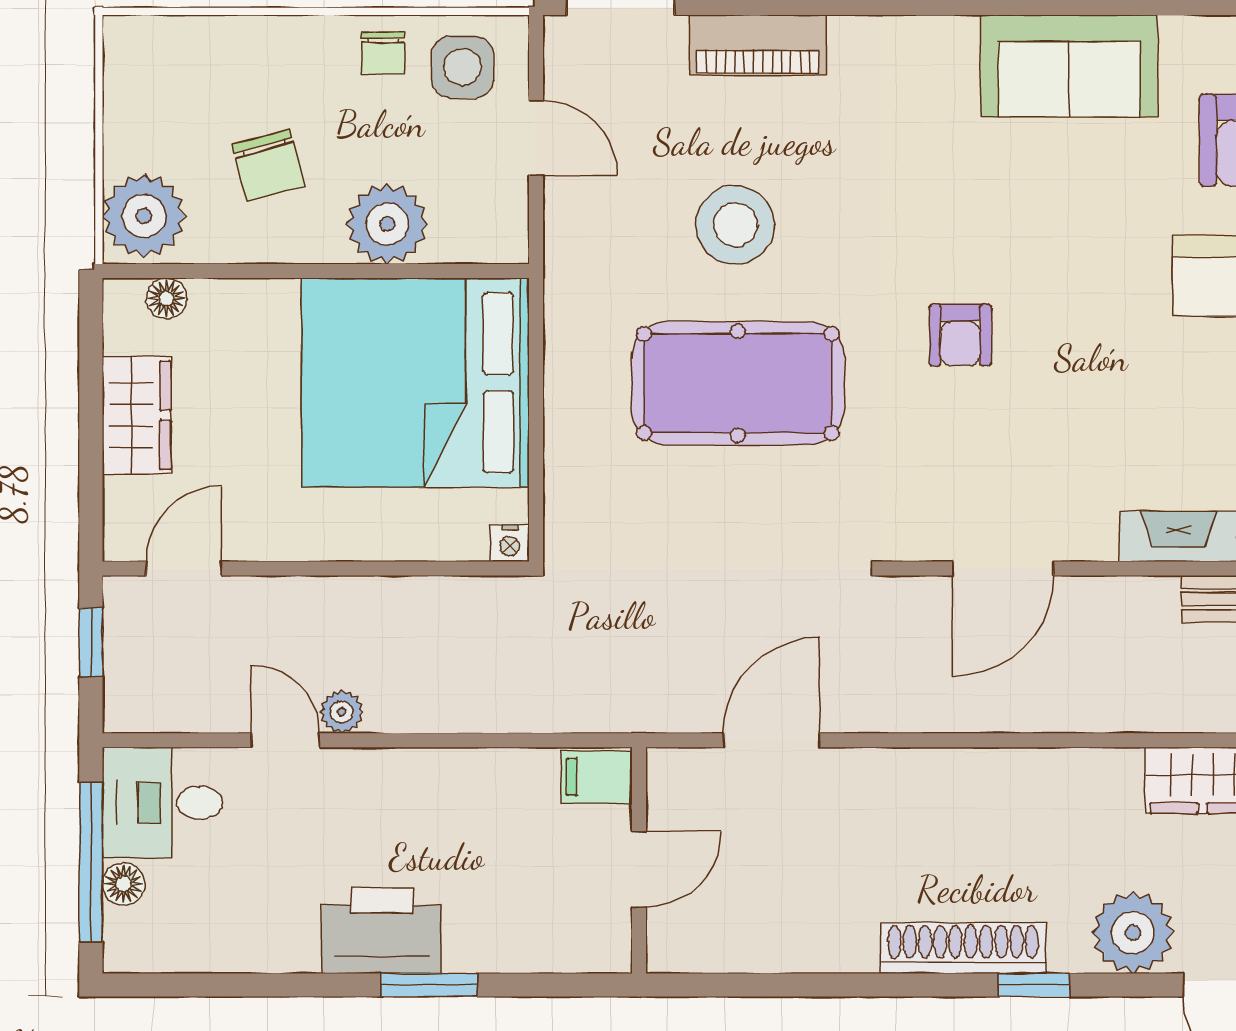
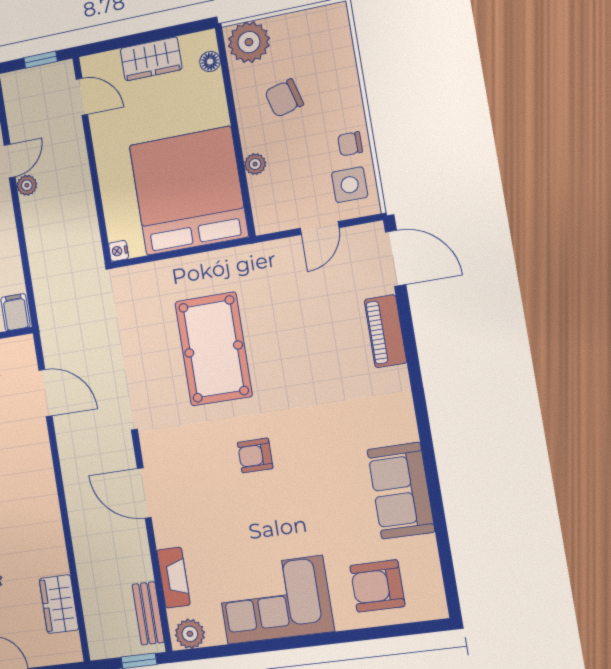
plant: (387, 224) -> (255, 164), width x0.53, depth x0.53
stool: (735, 225) -> (292, 335), removed

